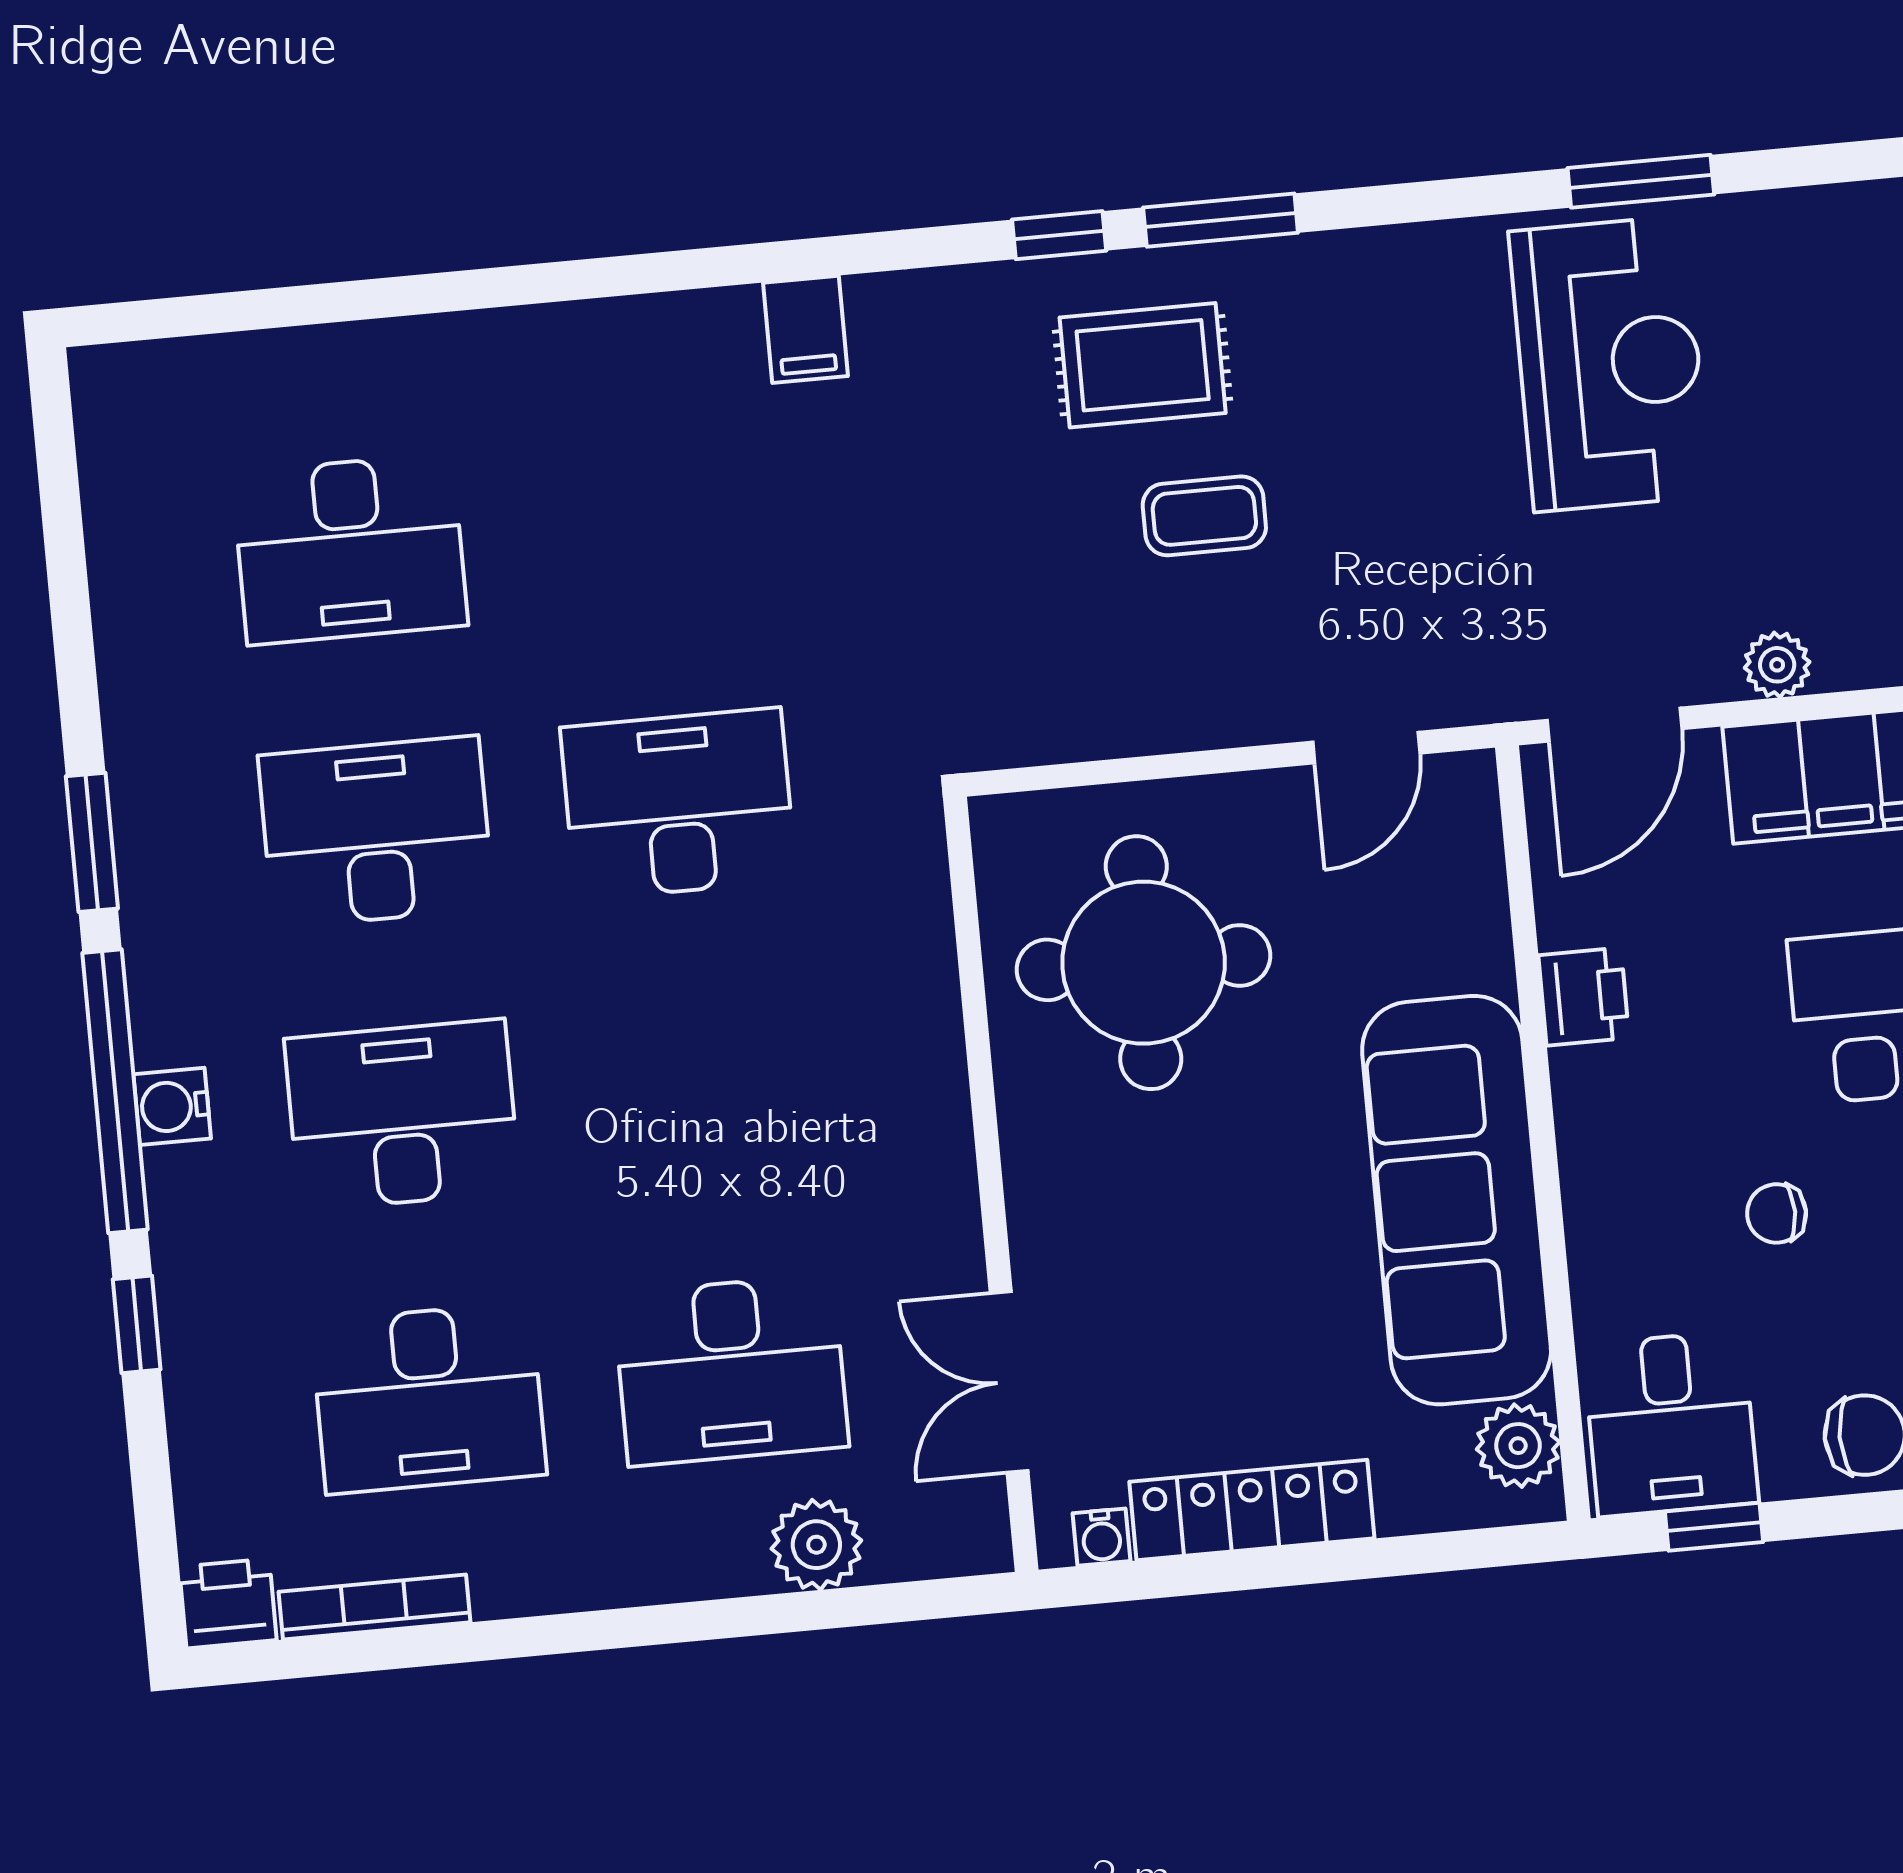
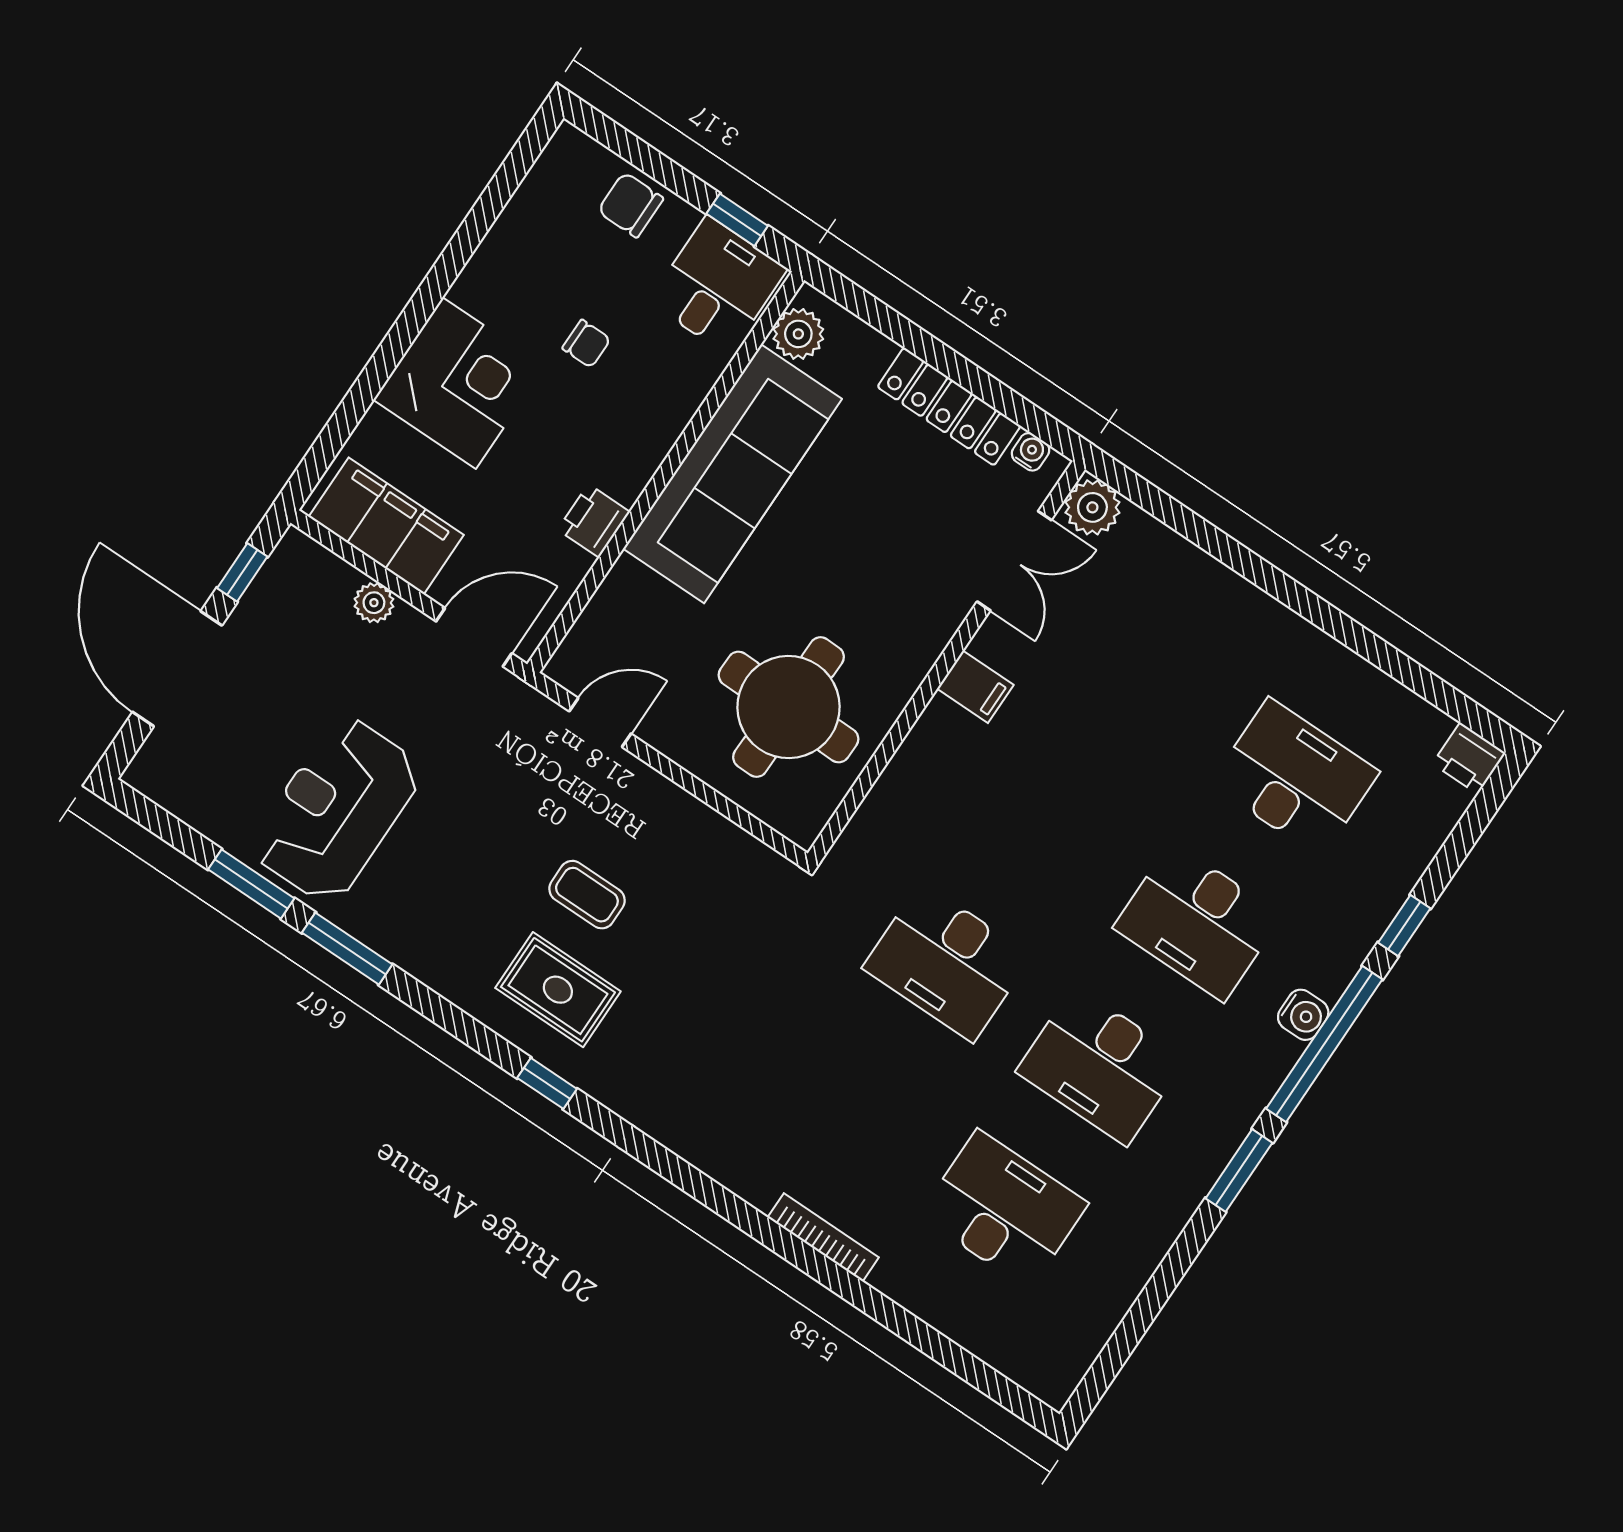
window: (1221, 220) -> (347, 949), moved
filing cabinet: (806, 329) -> (975, 687), moved, turned 90
desk: (731, 1370) -> (1141, 674), removed
plant: (816, 1545) -> (1092, 507), moved
bookcase: (374, 1607) -> (823, 1237), moved, turned 180

